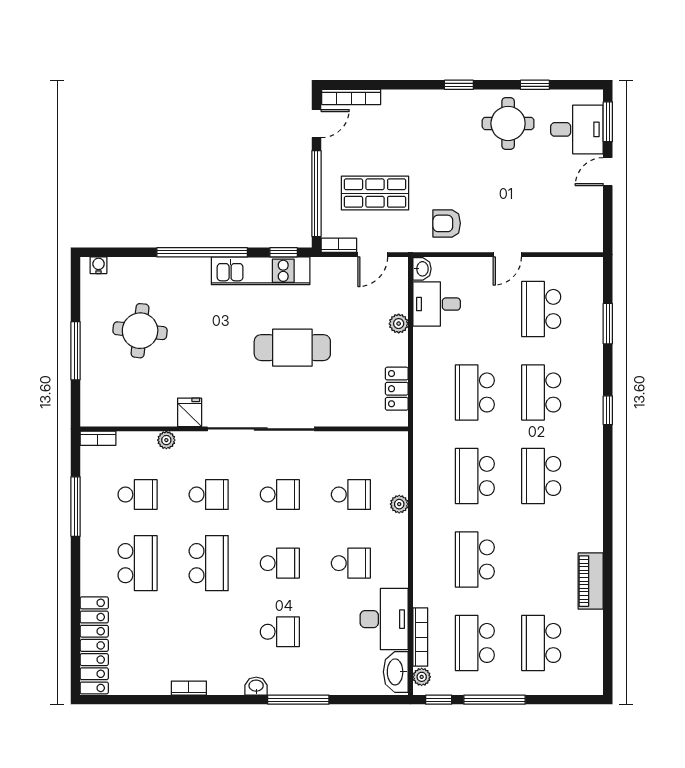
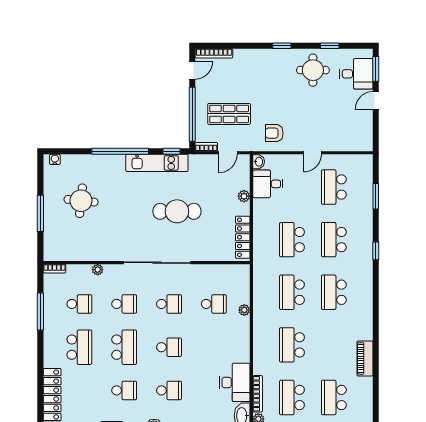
locker: (397, 389) -> (243, 237), width x1.53
fridge: (190, 412) -> (112, 252), removed
school desk: (351, 563) -> (124, 390), moved

